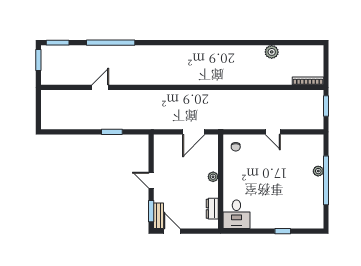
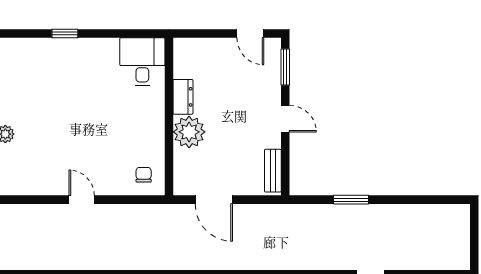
door: (194, 132) -> (214, 200), swing flipped
plant: (213, 177) -> (189, 132), width x1.88, depth x1.88
dresser: (212, 209) -> (183, 97), moved
bench: (159, 216) -> (273, 171), moved

